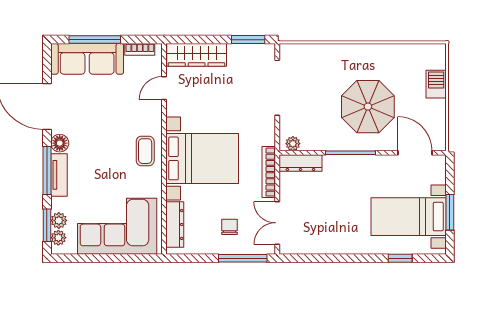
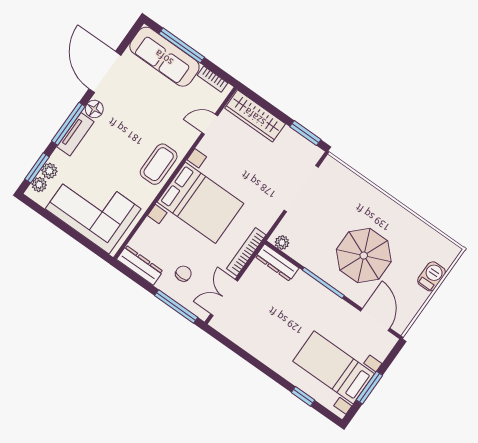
coffee table: (145, 151) -> (159, 164), width x1.36, depth x1.30
dresser: (175, 224) -> (140, 265), moved, turned -90

